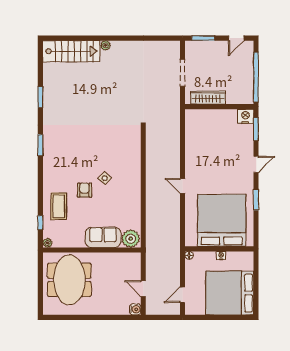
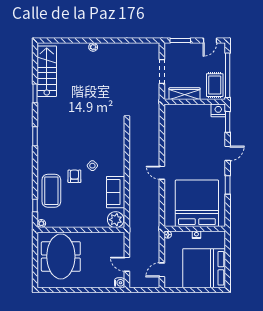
stairs: (71, 51) -> (47, 71), moved, turned -90
rug: (242, 88) -> (215, 85), added
coffee table: (59, 206) -> (51, 191), width x1.36, depth x1.32
sofa: (103, 237) -> (116, 192), moved, turned -90

